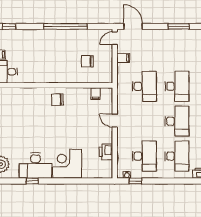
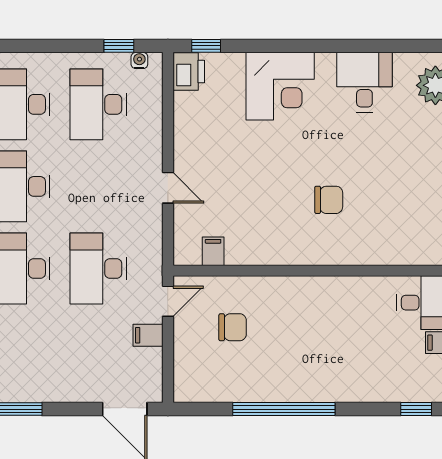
door: (115, 38) -> (168, 301), moved
chair: (57, 100) -> (329, 200), moved
printer: (106, 152) -> (189, 72), moved
desk: (35, 166) -> (364, 82), width x0.73
window: (32, 181) -> (206, 46), moved

